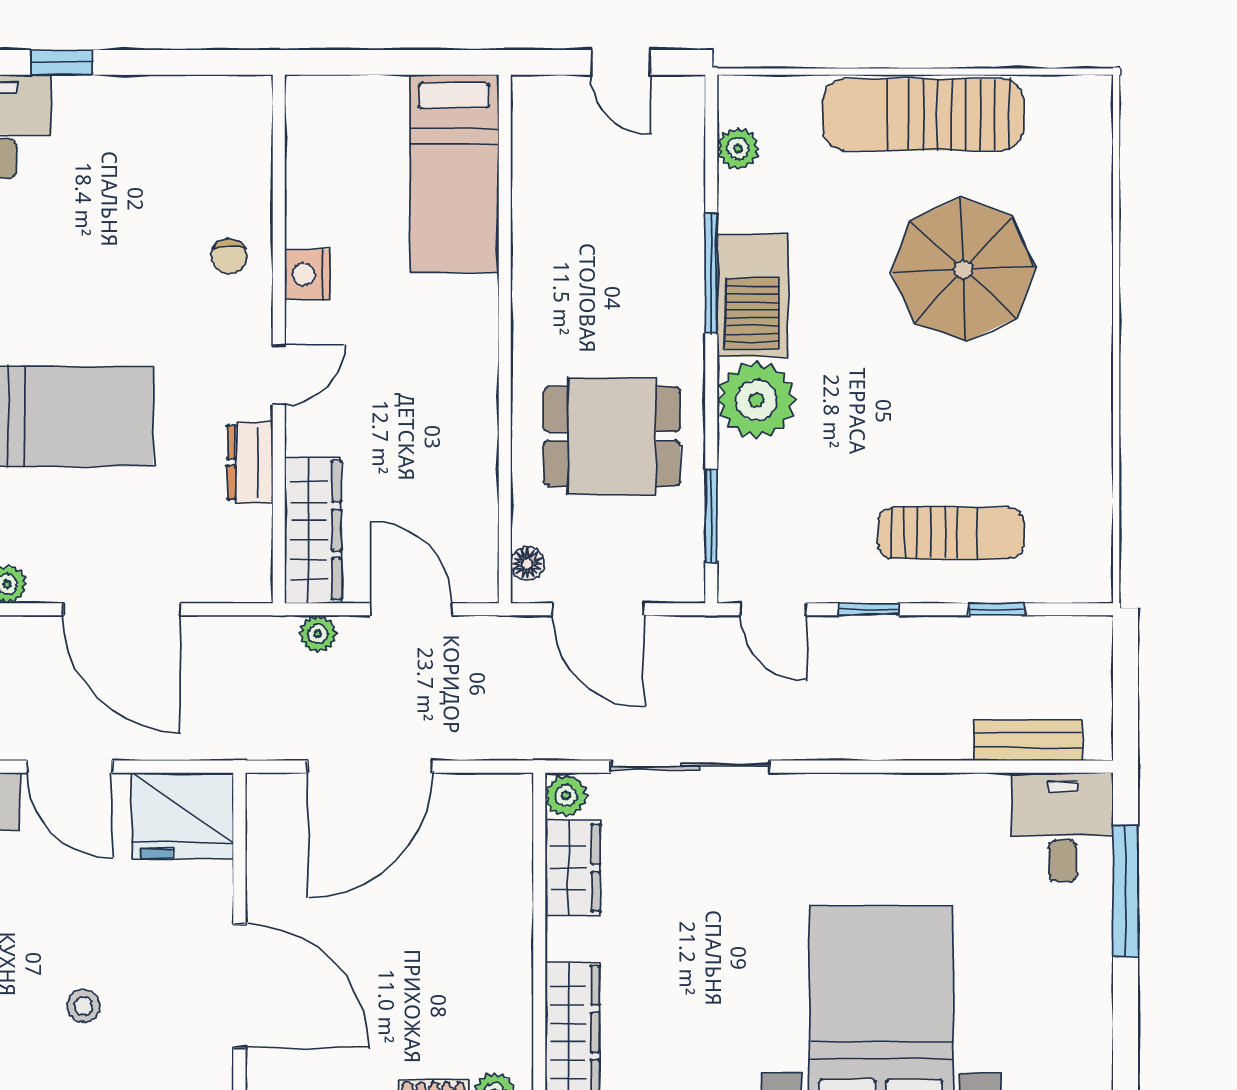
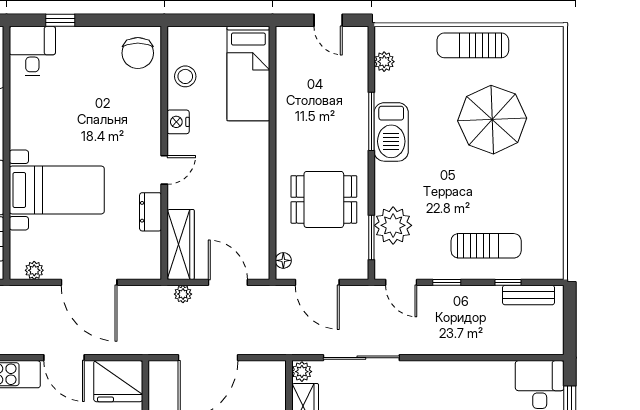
sun lounger: (923, 115) -> (473, 45), width x0.73, depth x0.75
stool: (323, 179) -> (185, 76), added
chair: (229, 256) -> (138, 53), moved, width x1.87, depth x1.87
plant: (756, 400) -> (393, 225), moved
bench: (1028, 740) -> (529, 295), moved

